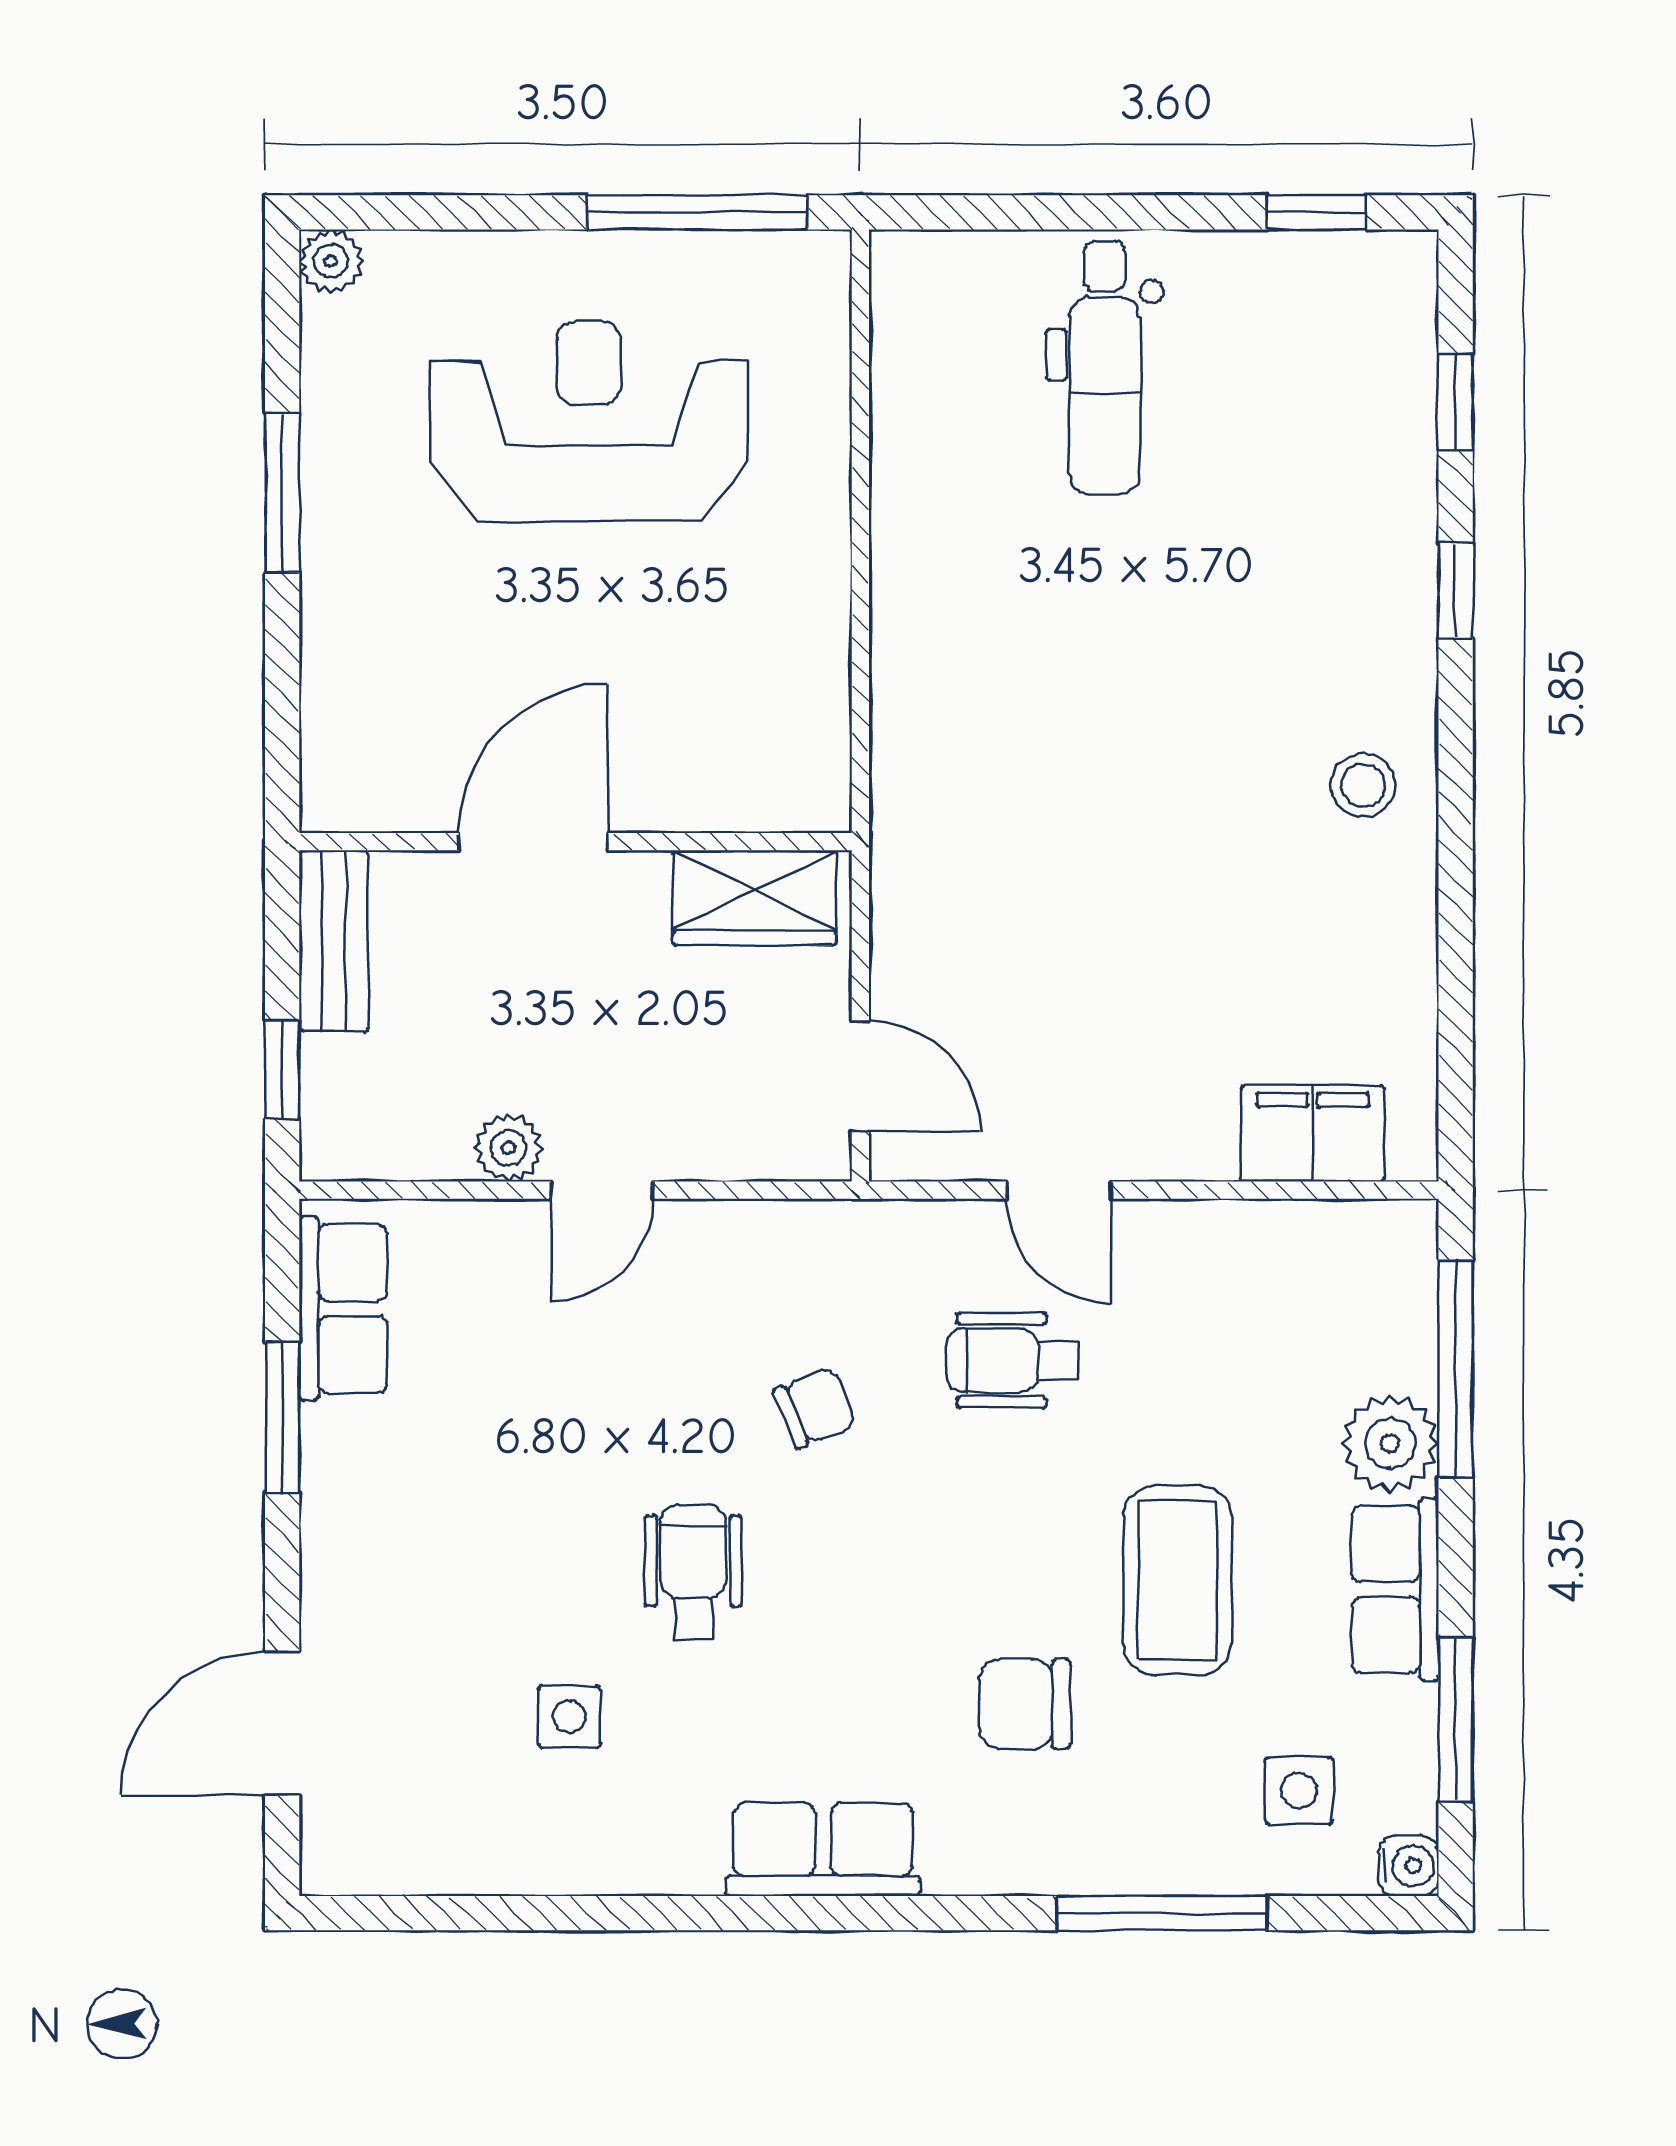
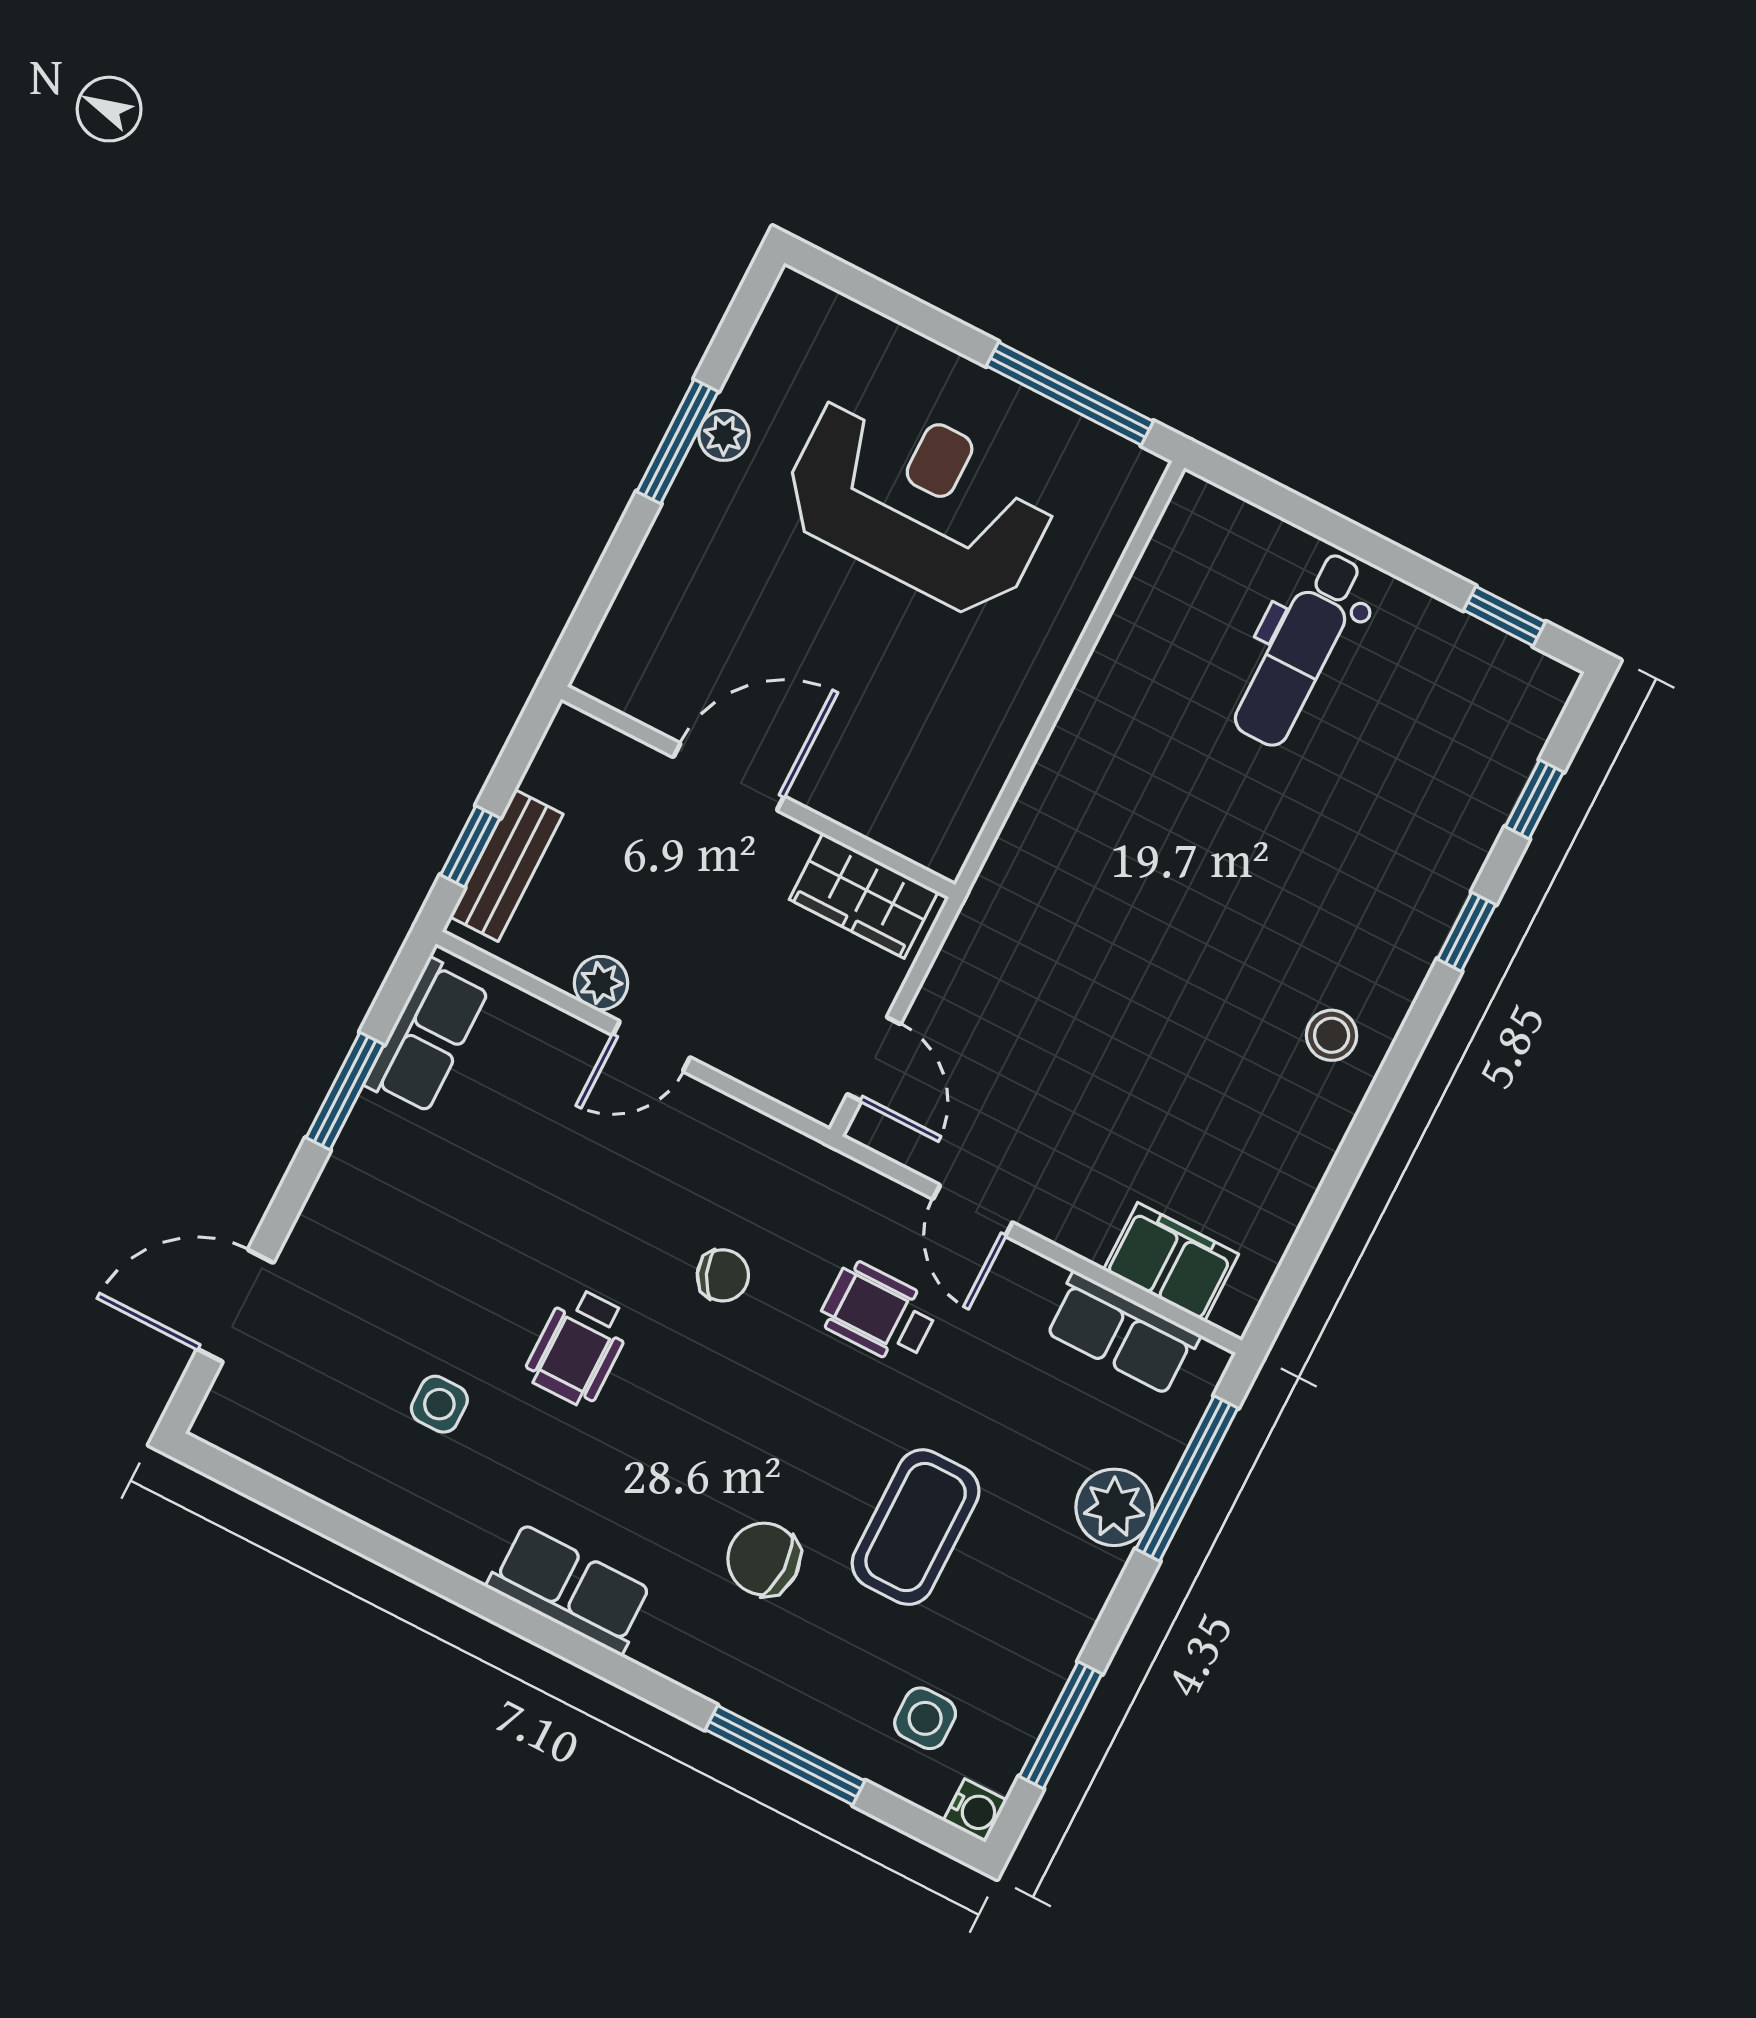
plant: (331, 261) -> (724, 435), moved
bench: (334, 941) -> (506, 865), moved
wheelchair: (693, 1572) -> (579, 1347), turned 180
row of seats: (1395, 1590) -> (1122, 1333), moved, turned -90

